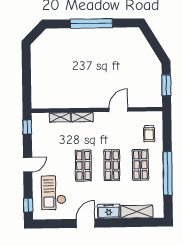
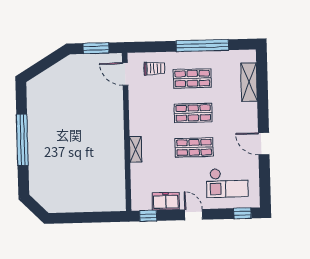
door: (118, 110) -> (125, 74), moved
shelving: (60, 117) -> (136, 176), removed
freezer: (109, 211) -> (166, 201), moved, turned 90

